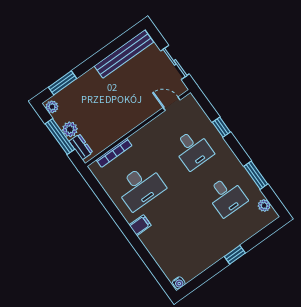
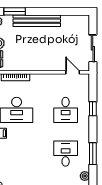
bench: (124, 54) -> (37, 21), moved
desk: (226, 196) -> (66, 154), turned 180

